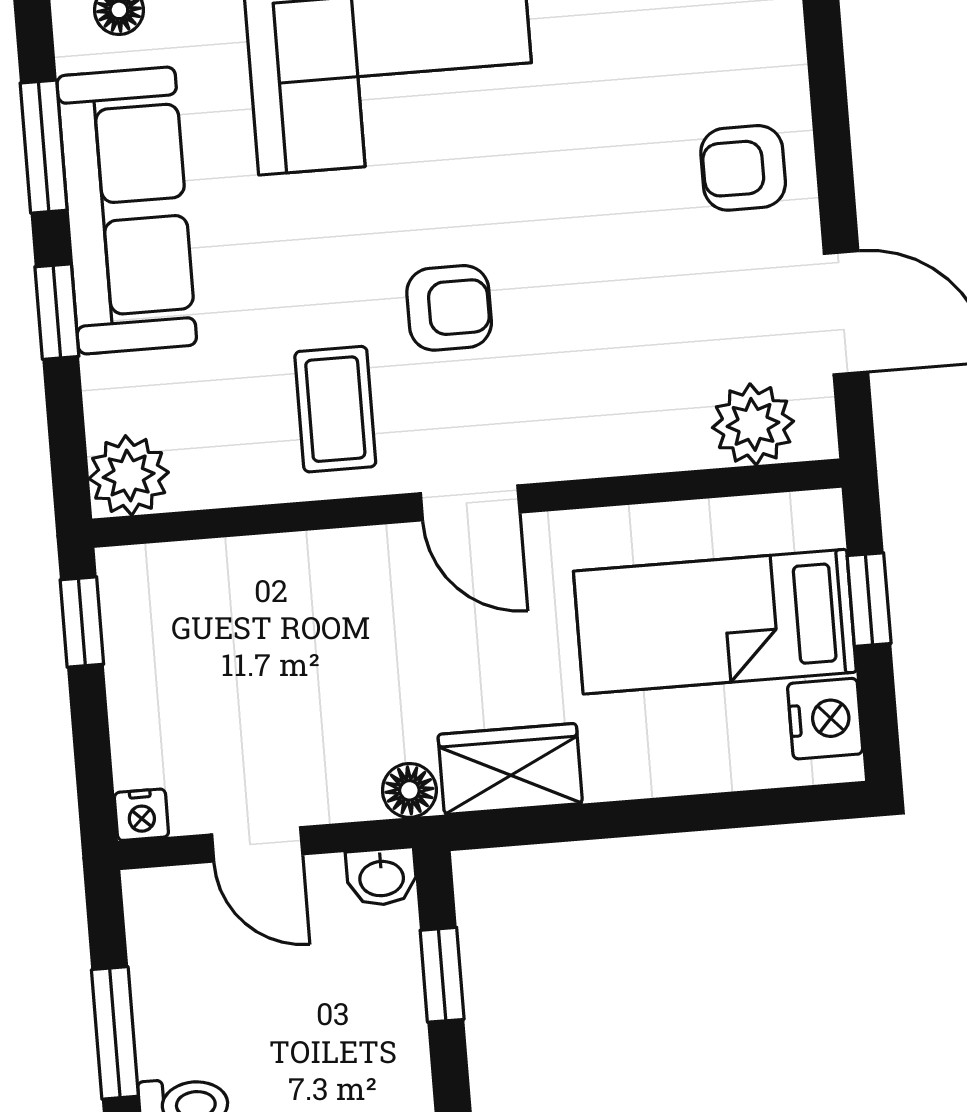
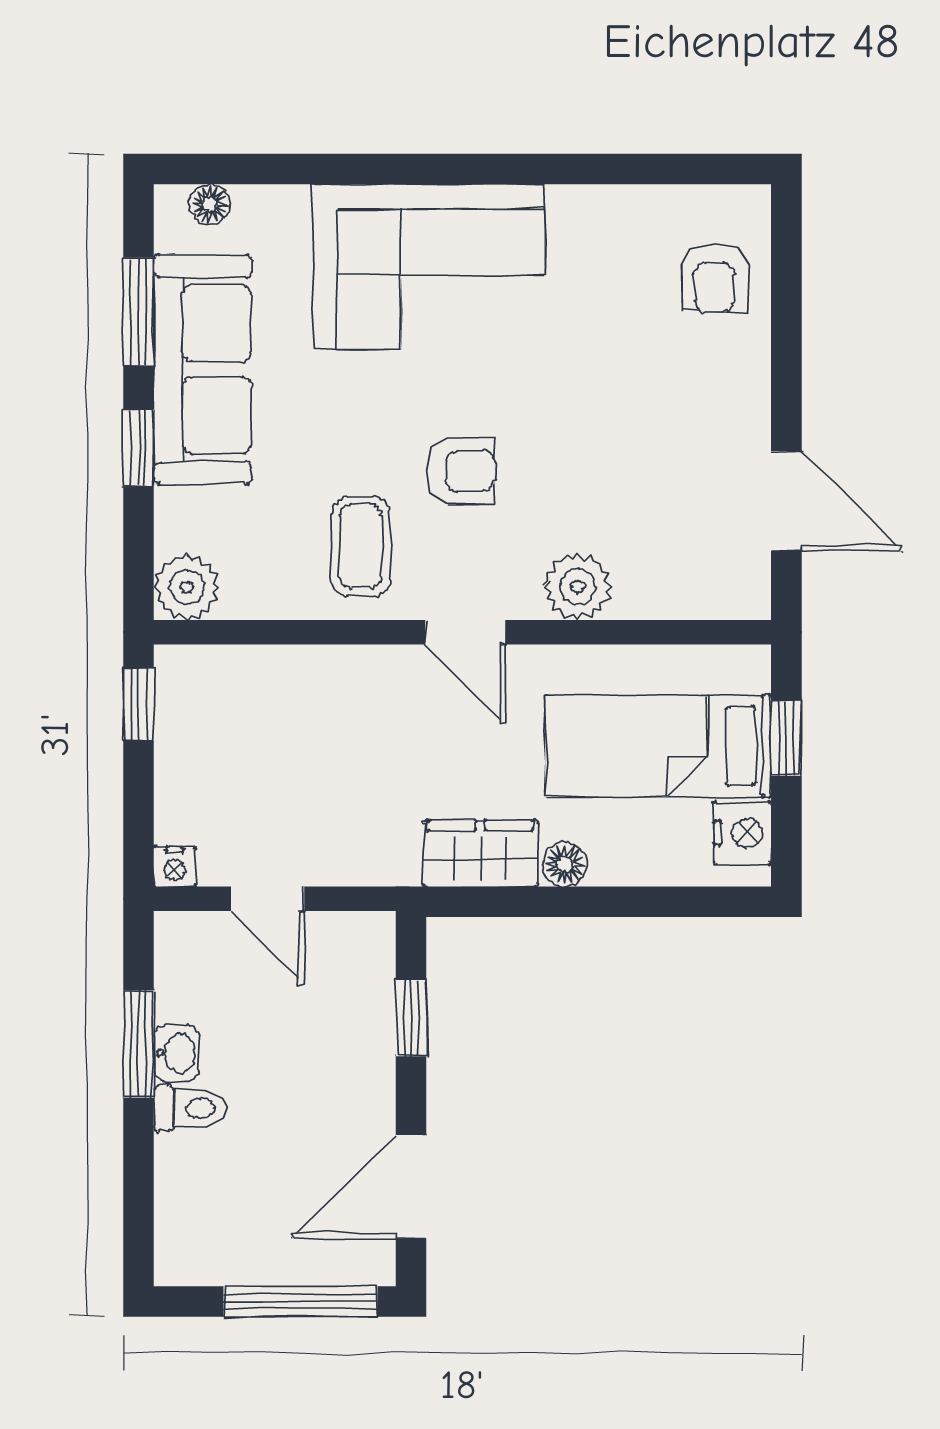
armchair: (743, 168) -> (714, 278), moved, turned -90
plant: (753, 424) -> (578, 587), moved
floor lamp: (409, 790) -> (565, 864), moved
washbasin: (381, 877) -> (176, 1053), moved, turned -90

